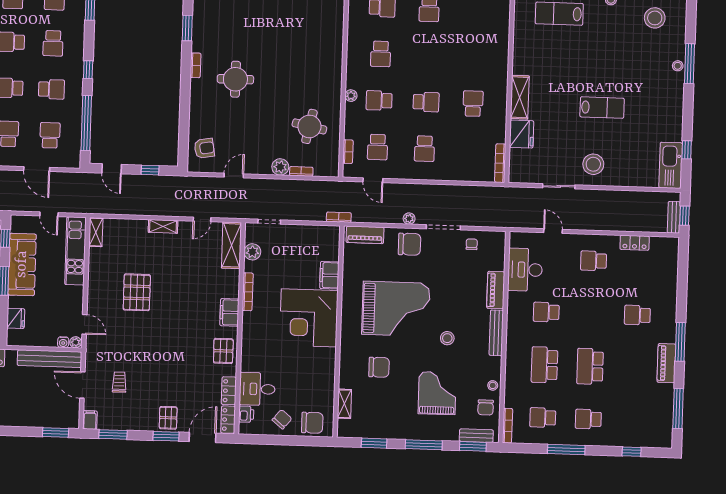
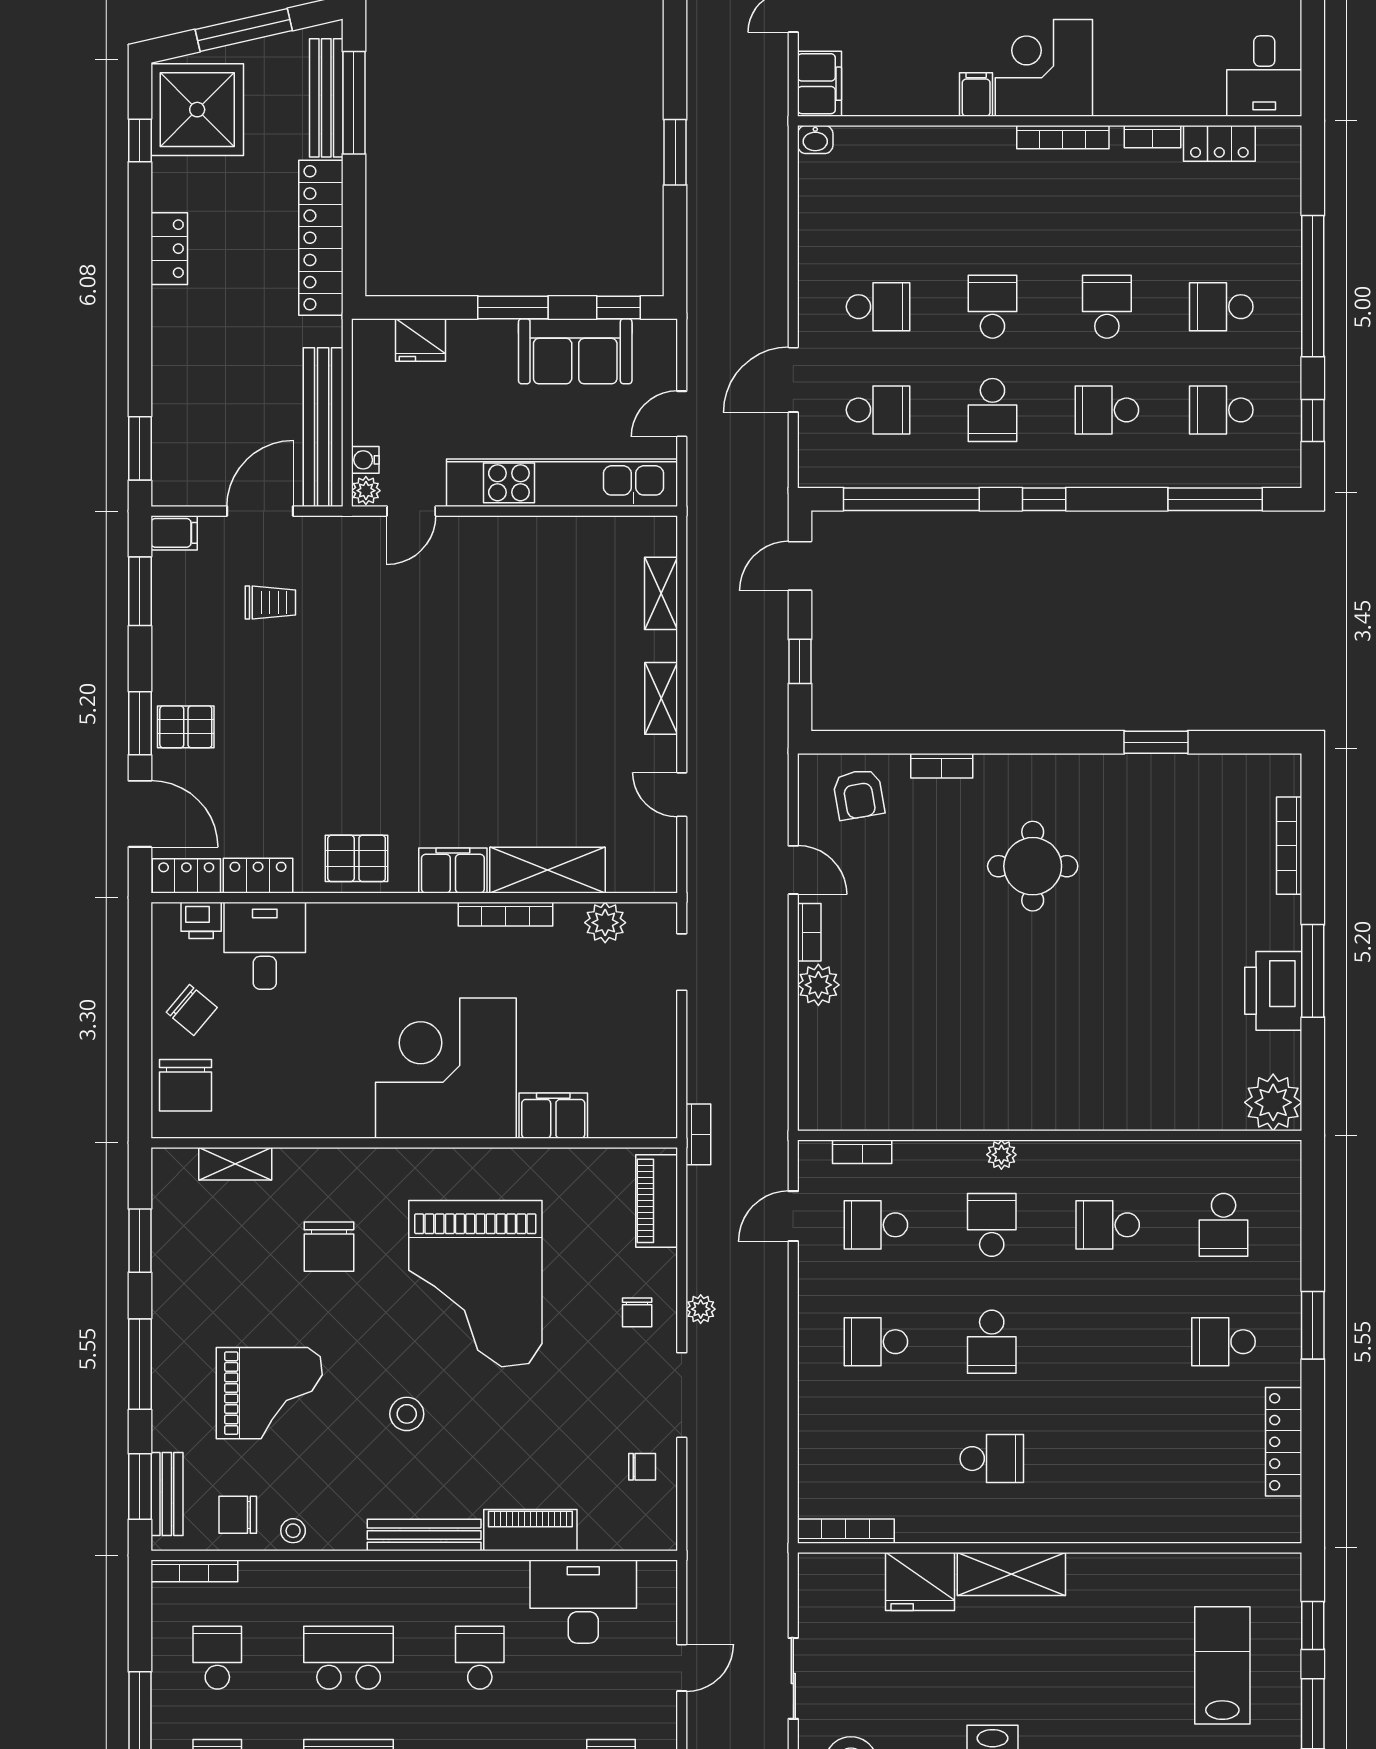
bookcase: (195, 65) -> (942, 766), moved
round table: (309, 126) -> (922, 1054), removed
bookcase: (301, 171) -> (809, 932), moved
shelving: (96, 232) -> (661, 593), moved, turned 90
chair: (410, 244) -> (637, 1312), width x0.54, depth x0.54
shelving: (231, 245) -> (547, 870), moved
kitchen unit: (75, 251) -> (562, 483), width x1.36
sofa: (22, 264) -> (575, 351), width x0.73
pallet: (137, 292) -> (495, 639), removed

